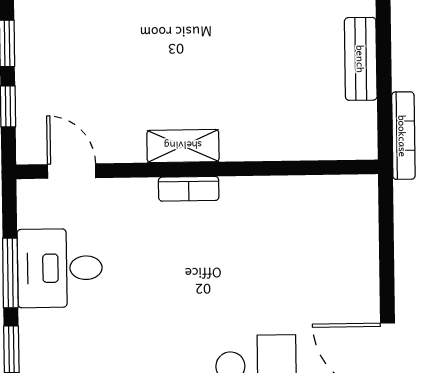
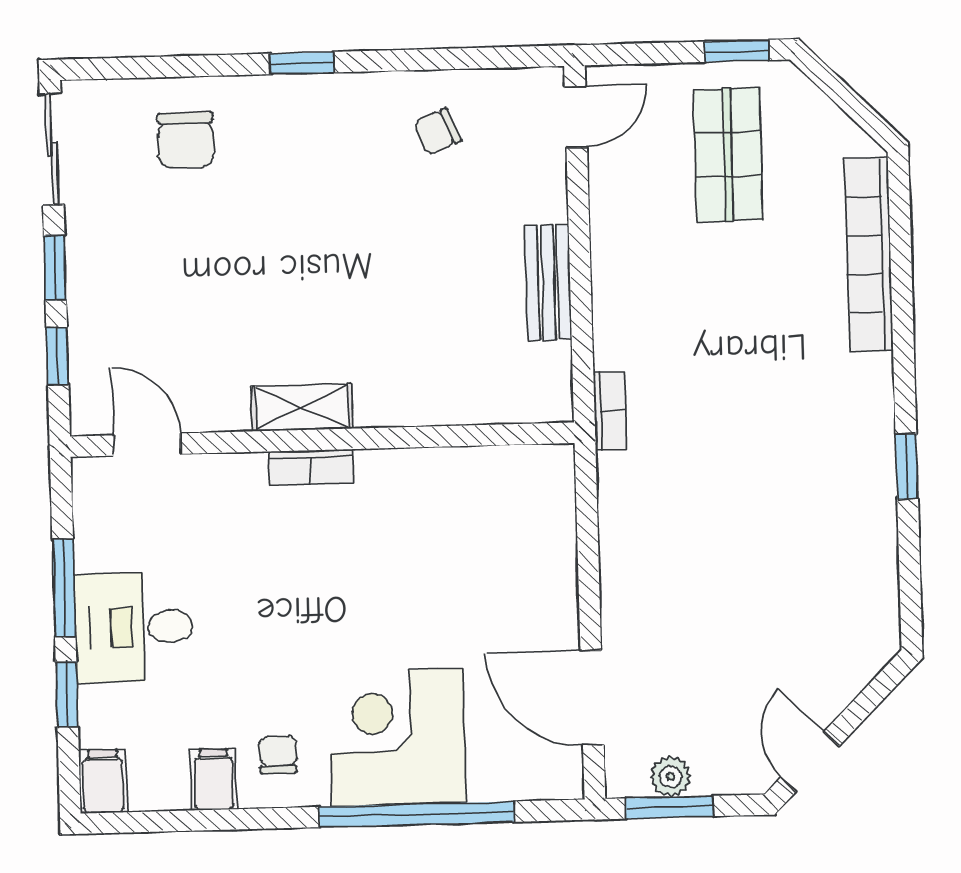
bookcase: (403, 136) -> (610, 411), width x0.64
desk: (60, 268) -> (134, 627), moved

